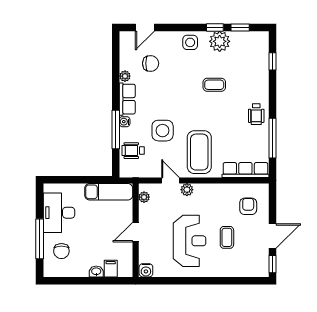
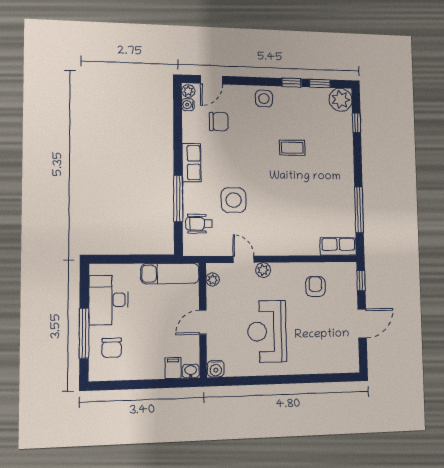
plant: (220, 41) -> (341, 100), moved
plant: (125, 76) -> (188, 91), moved
wheelchair: (256, 114) -> (340, 182), removed
water cooler: (125, 122) -> (188, 105), moved
coffee table: (199, 152) -> (277, 226), removed
row of seats: (245, 170) -> (338, 246), width x0.68
armchair: (248, 206) -> (315, 287), moved
coffee table: (227, 237) -> (310, 326), removed
reception desk: (189, 241) -> (267, 331), turned 180
window: (273, 264) -> (361, 281), moved
washbasin: (96, 272) -> (191, 371), moved

